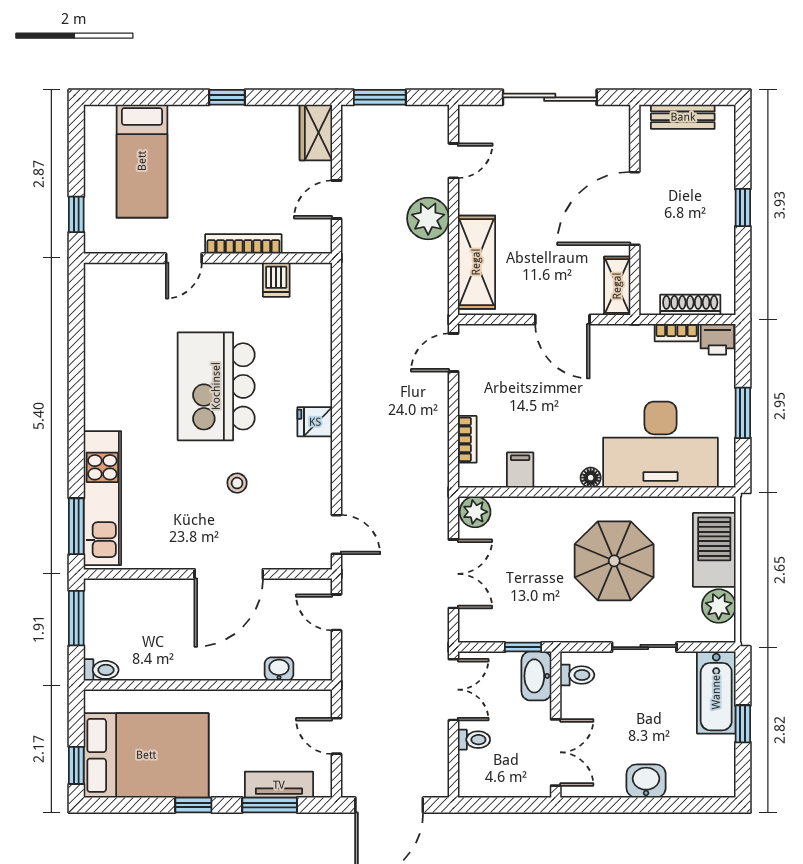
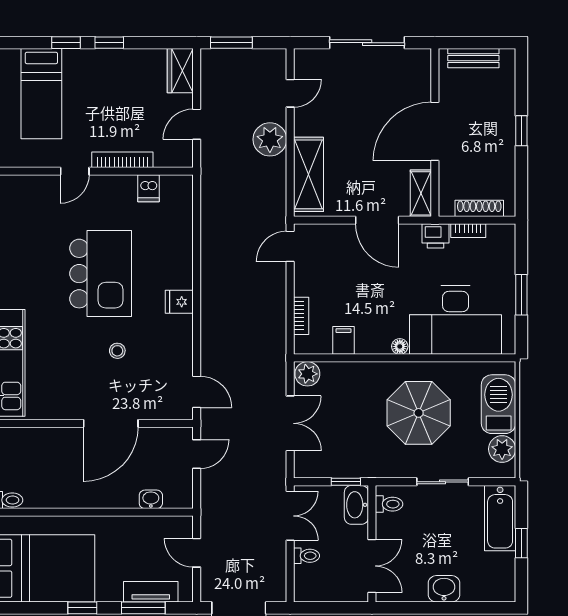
window: (173, 97) -> (66, 43), added
printer: (717, 339) -> (436, 236), moved
kitchen island: (216, 386) -> (101, 274), turned 180
door: (336, 612) -> (197, 454), swing flipped

